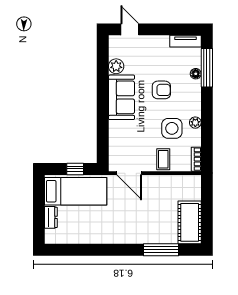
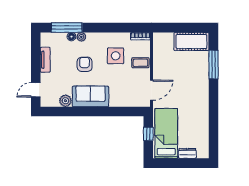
tv unit: (185, 41) -> (45, 60), moved
plant: (195, 123) -> (81, 37), moved

